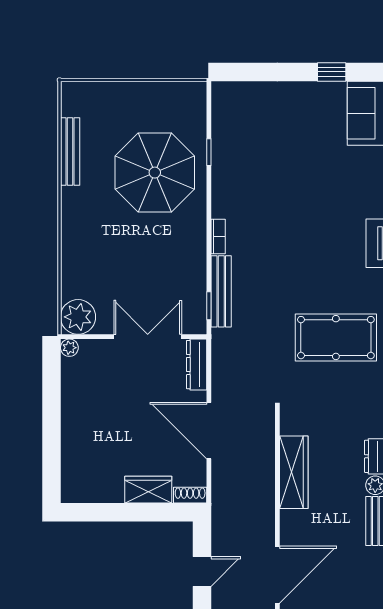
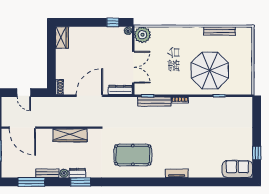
pool table: (336, 338) -> (133, 155), turned 90
window: (51, 380) -> (113, 22), added
wardrobe: (148, 490) -> (62, 37), moved

